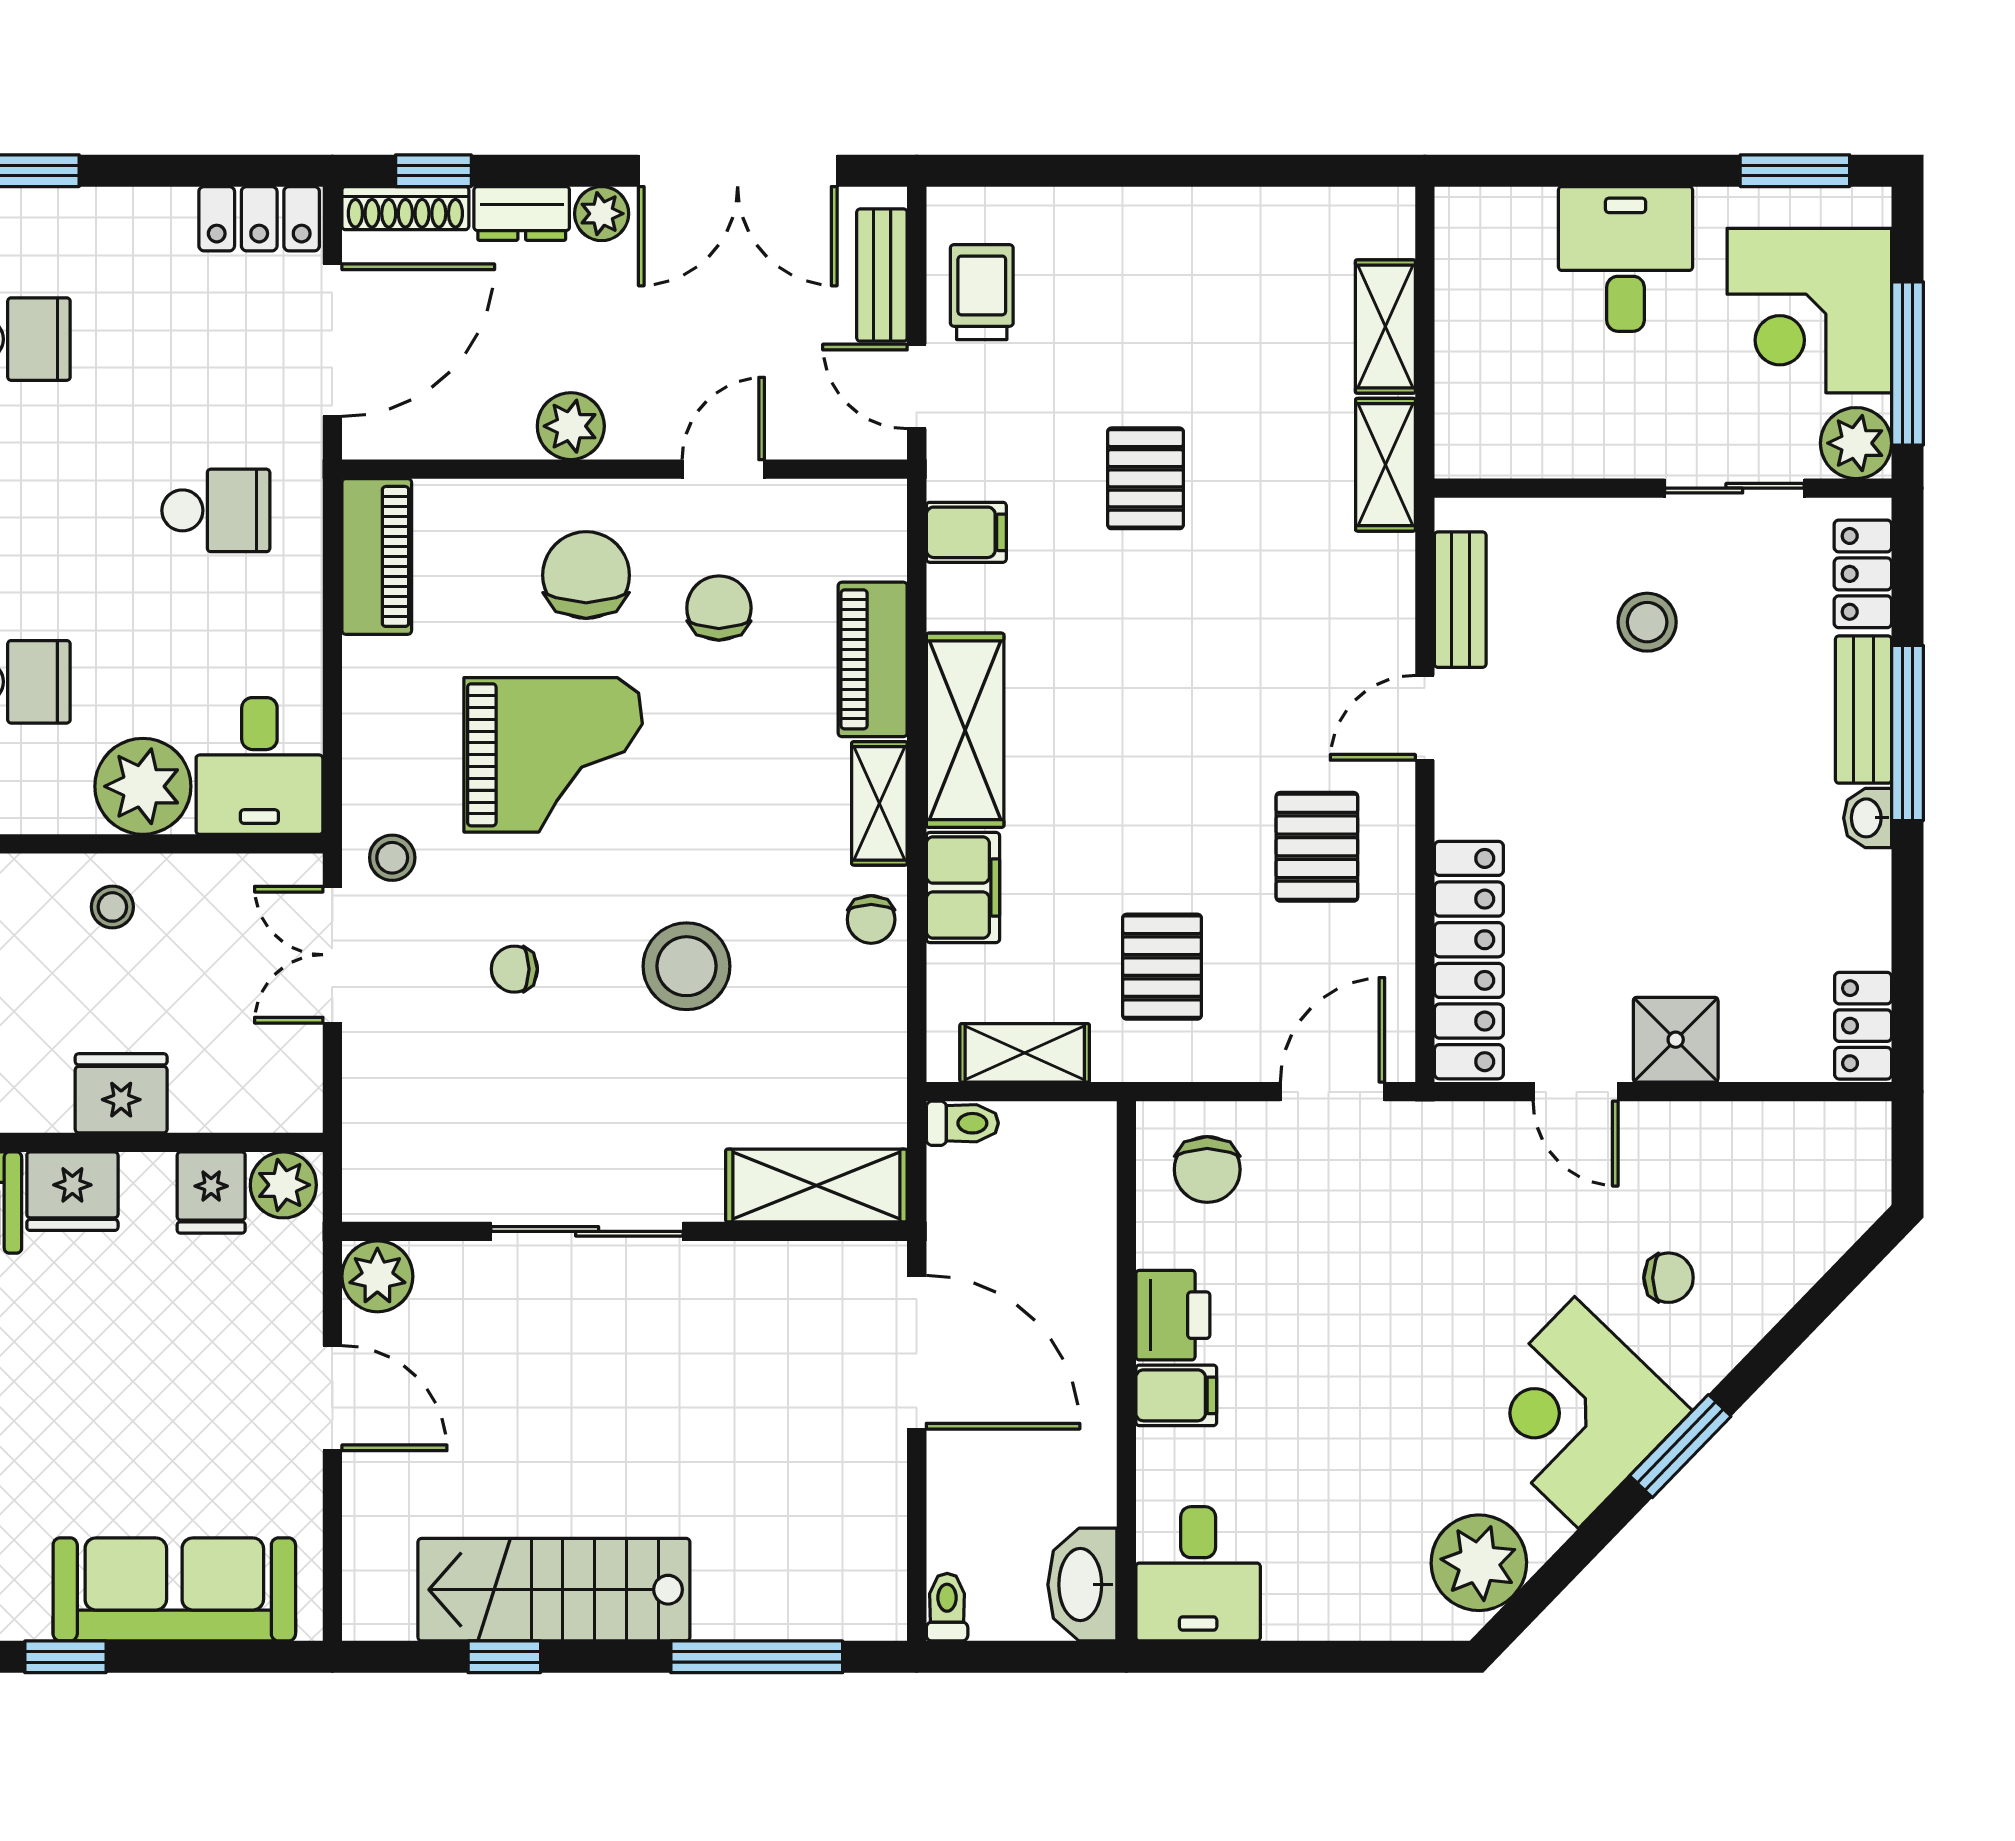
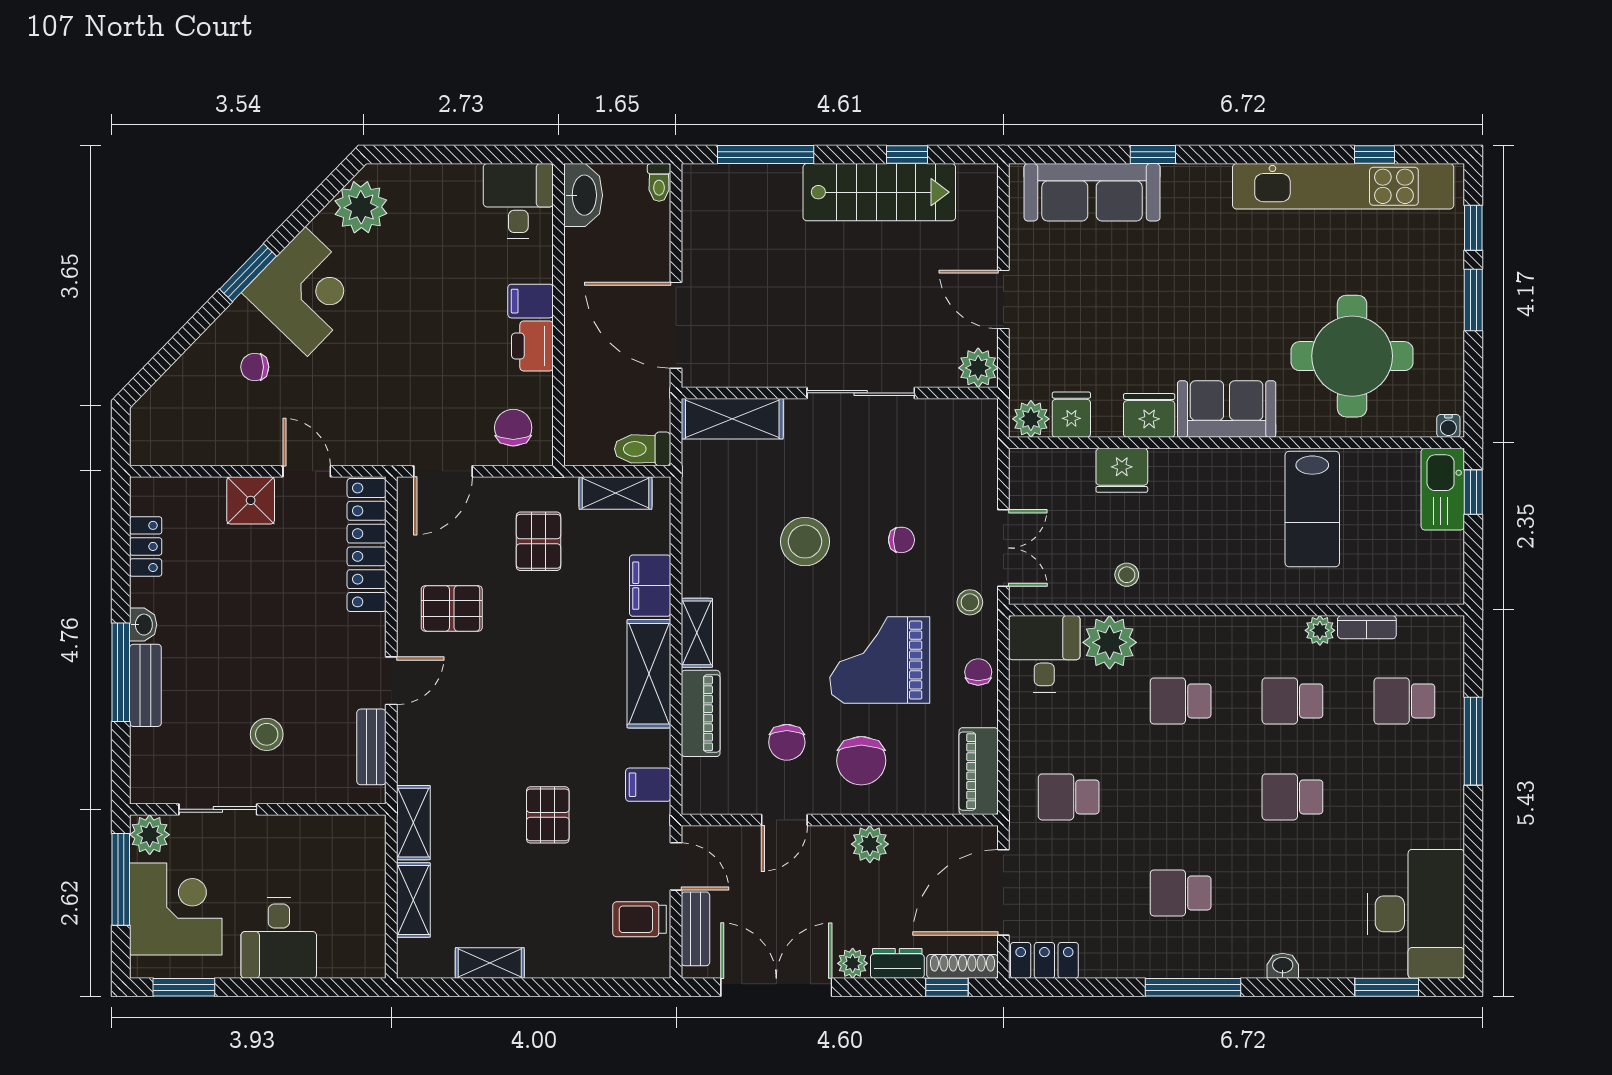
shelving: (1249, 214) -> (490, 963), added
trolley: (982, 292) -> (640, 919), turned 90
locker: (1863, 574) -> (146, 761), removed
pallet: (1317, 847) -> (452, 608), turned 90
chair: (871, 919) -> (978, 672), moved
locker: (1863, 1026) -> (146, 546), moved
toilet: (962, 1123) -> (643, 449), width x1.37, depth x1.39

